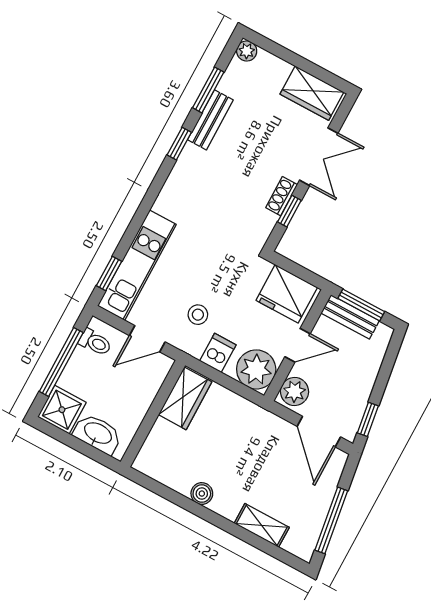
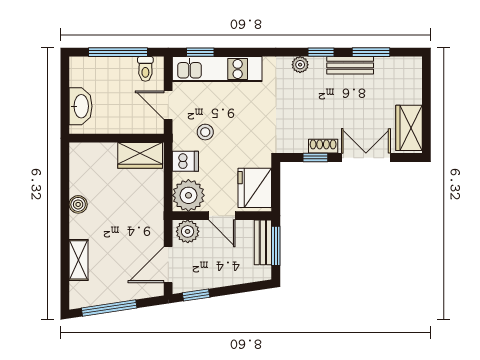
plant: (247, 51) -> (300, 65), moved
double door: (319, 157) -> (366, 158), swing flipped
shower: (62, 410) -> (84, 71), removed

